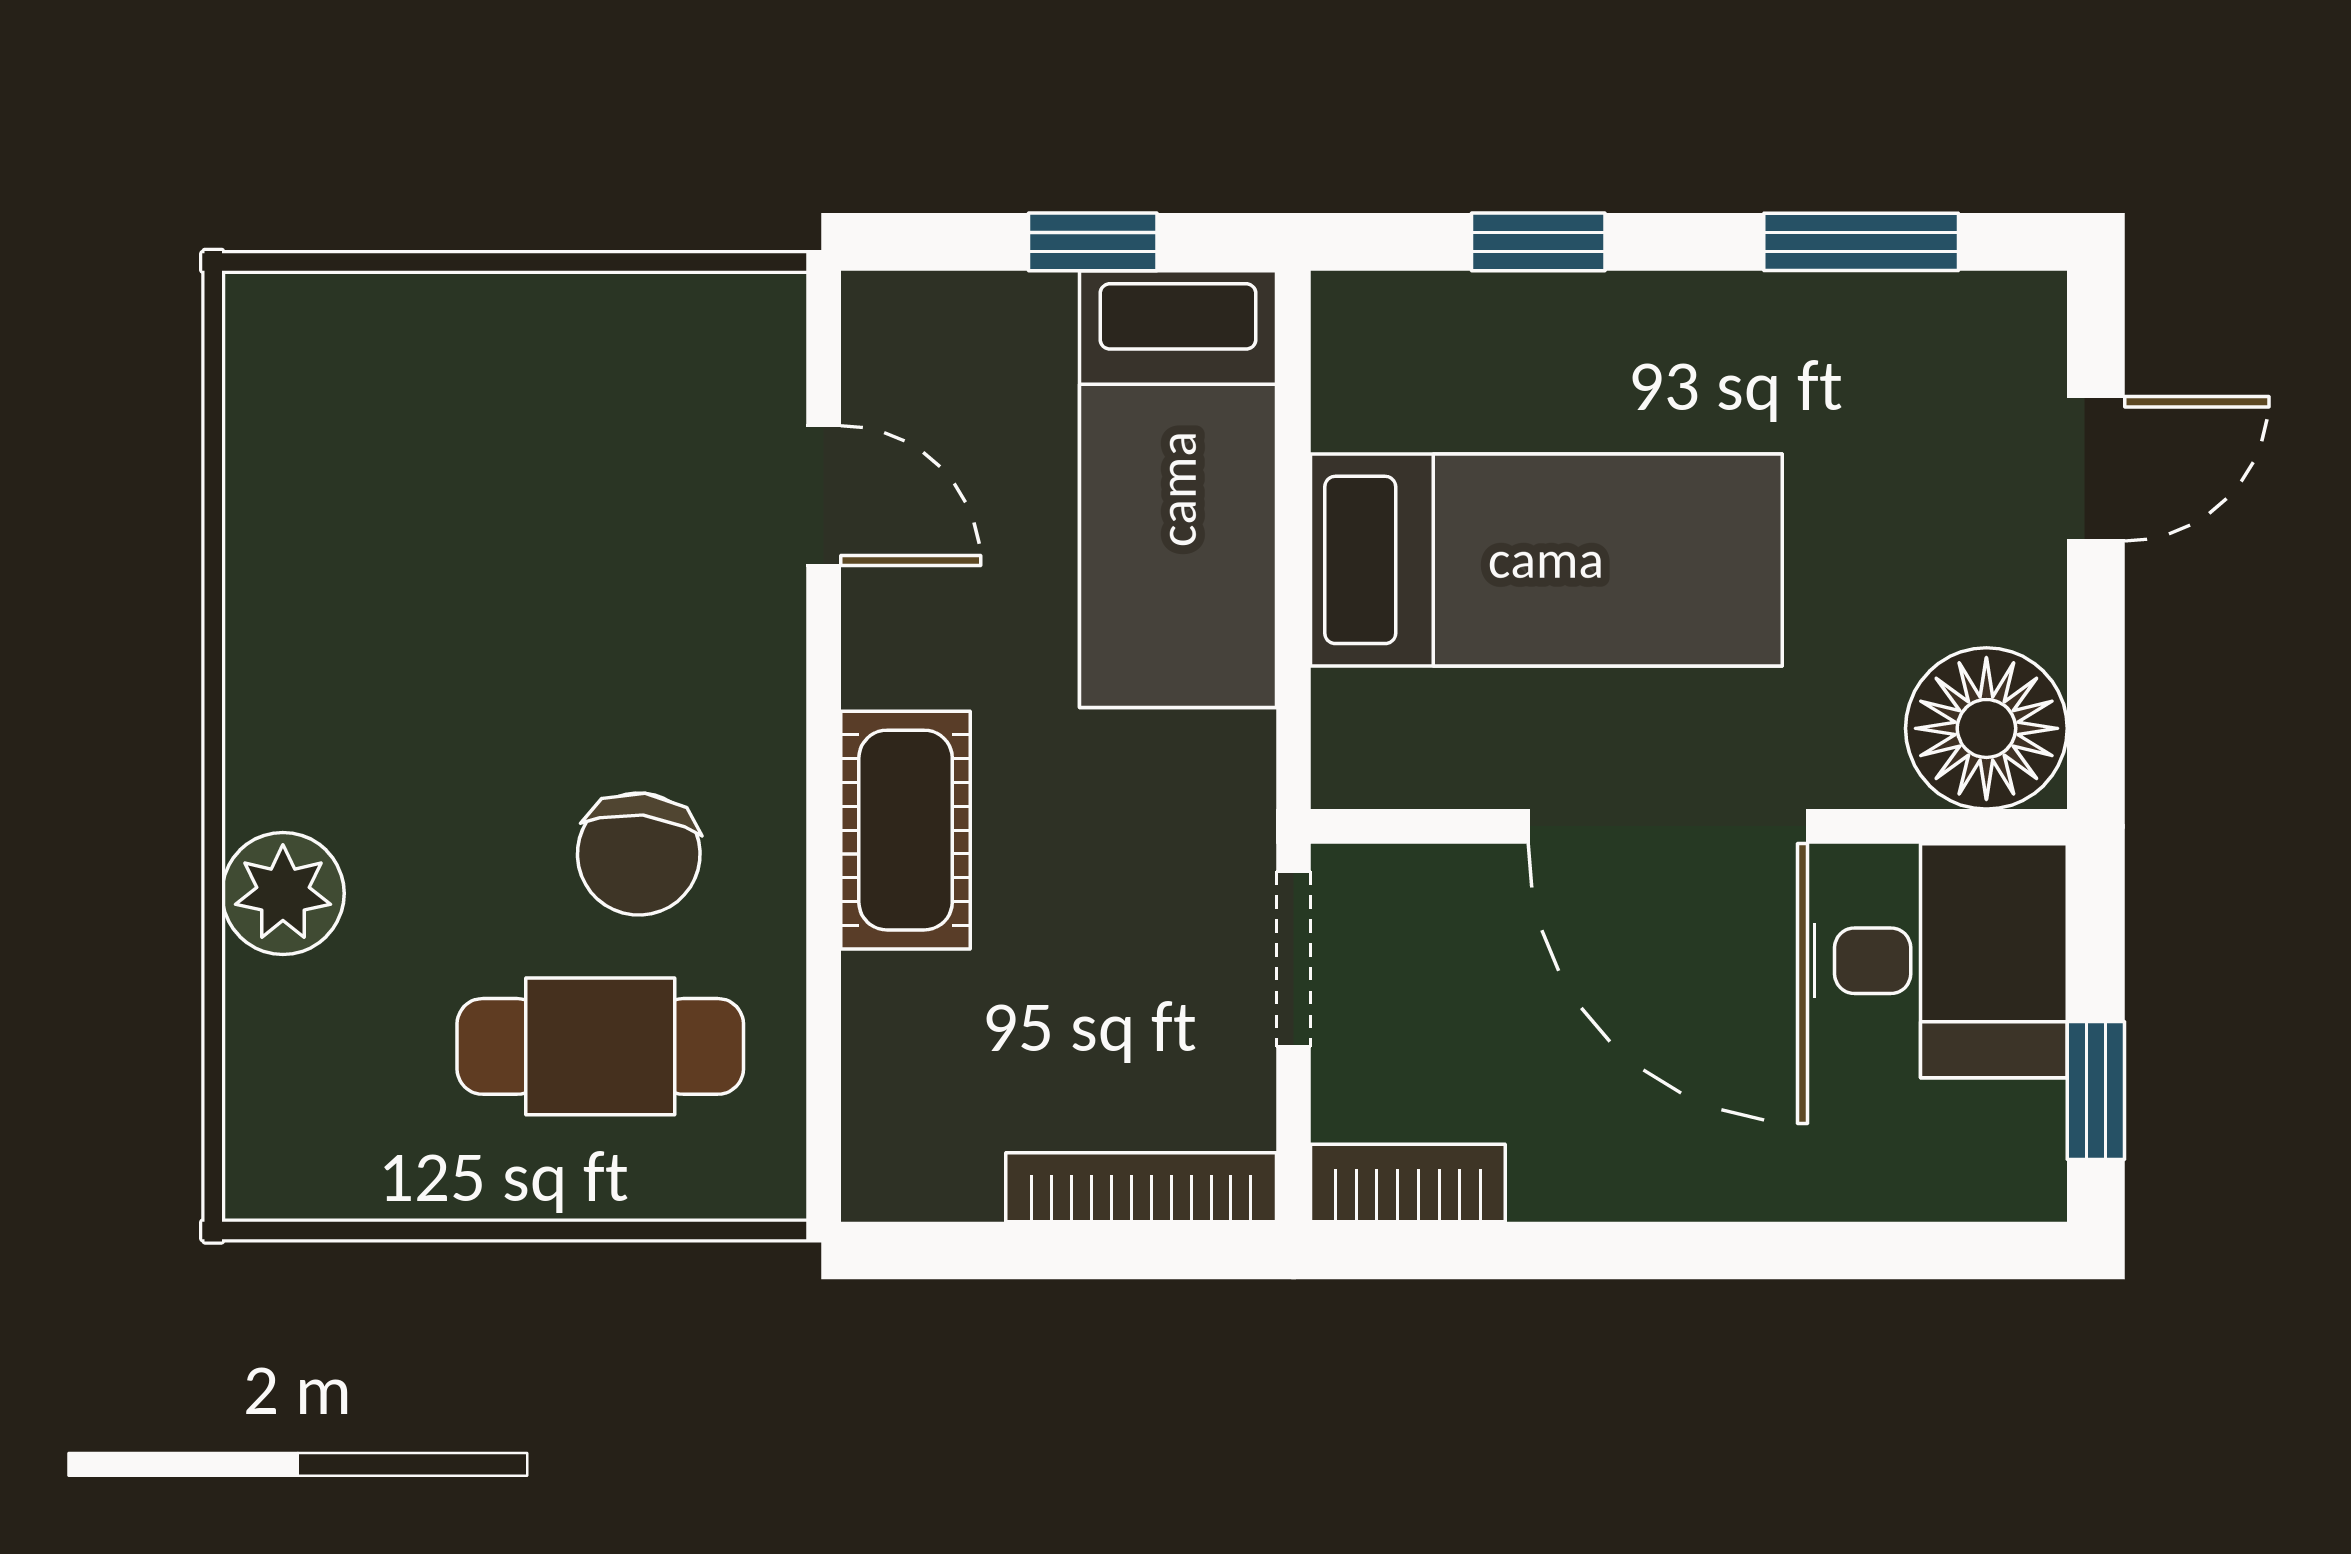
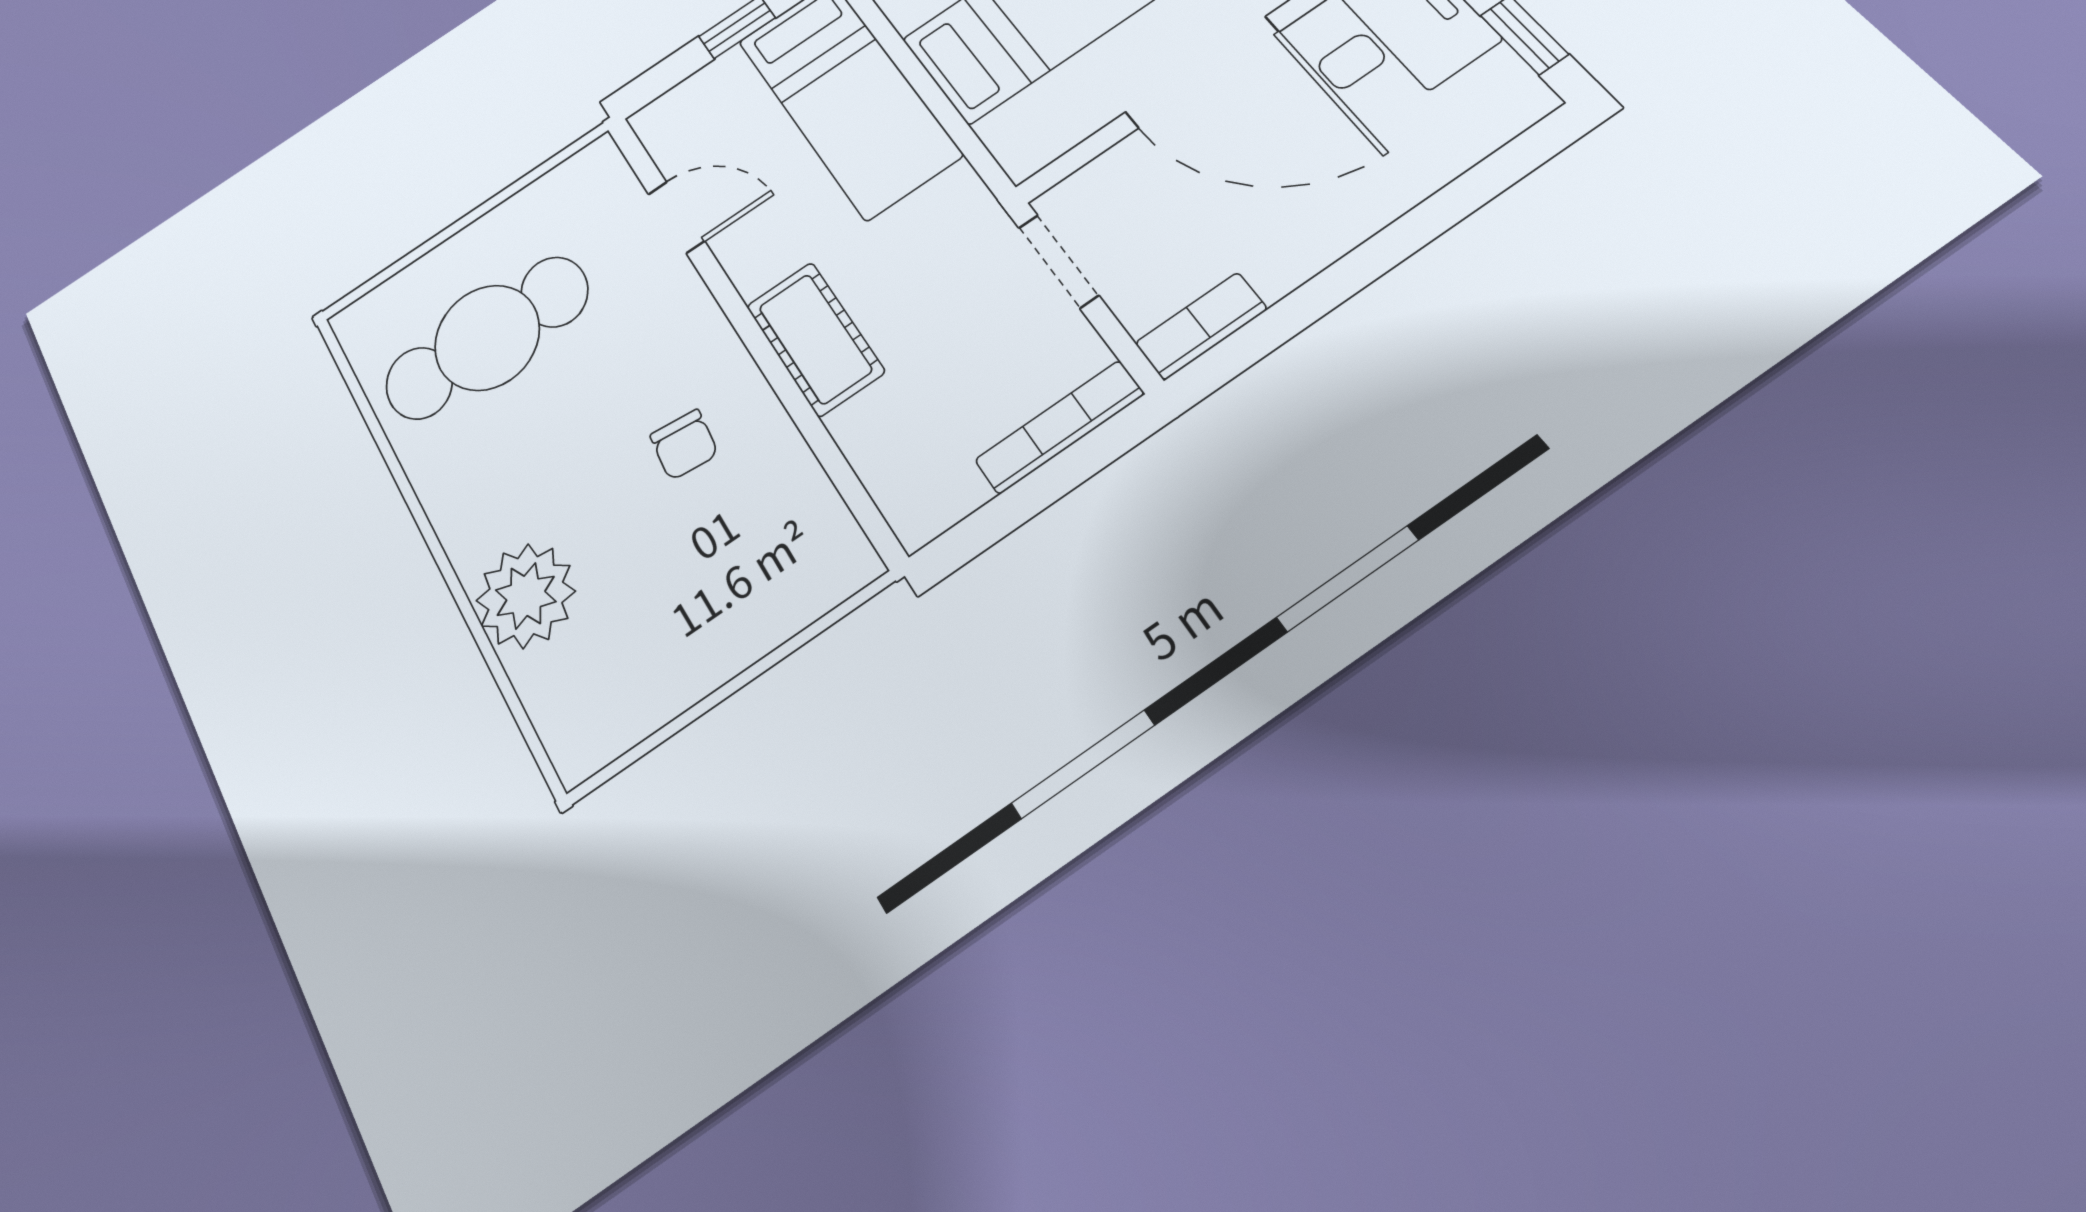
chair: (639, 854) -> (684, 445), width x0.73, depth x0.73
plant: (283, 893) -> (526, 596), width x1.36, depth x1.36
cafe table: (600, 1046) -> (487, 337), moved, width x1.37, depth x1.35

